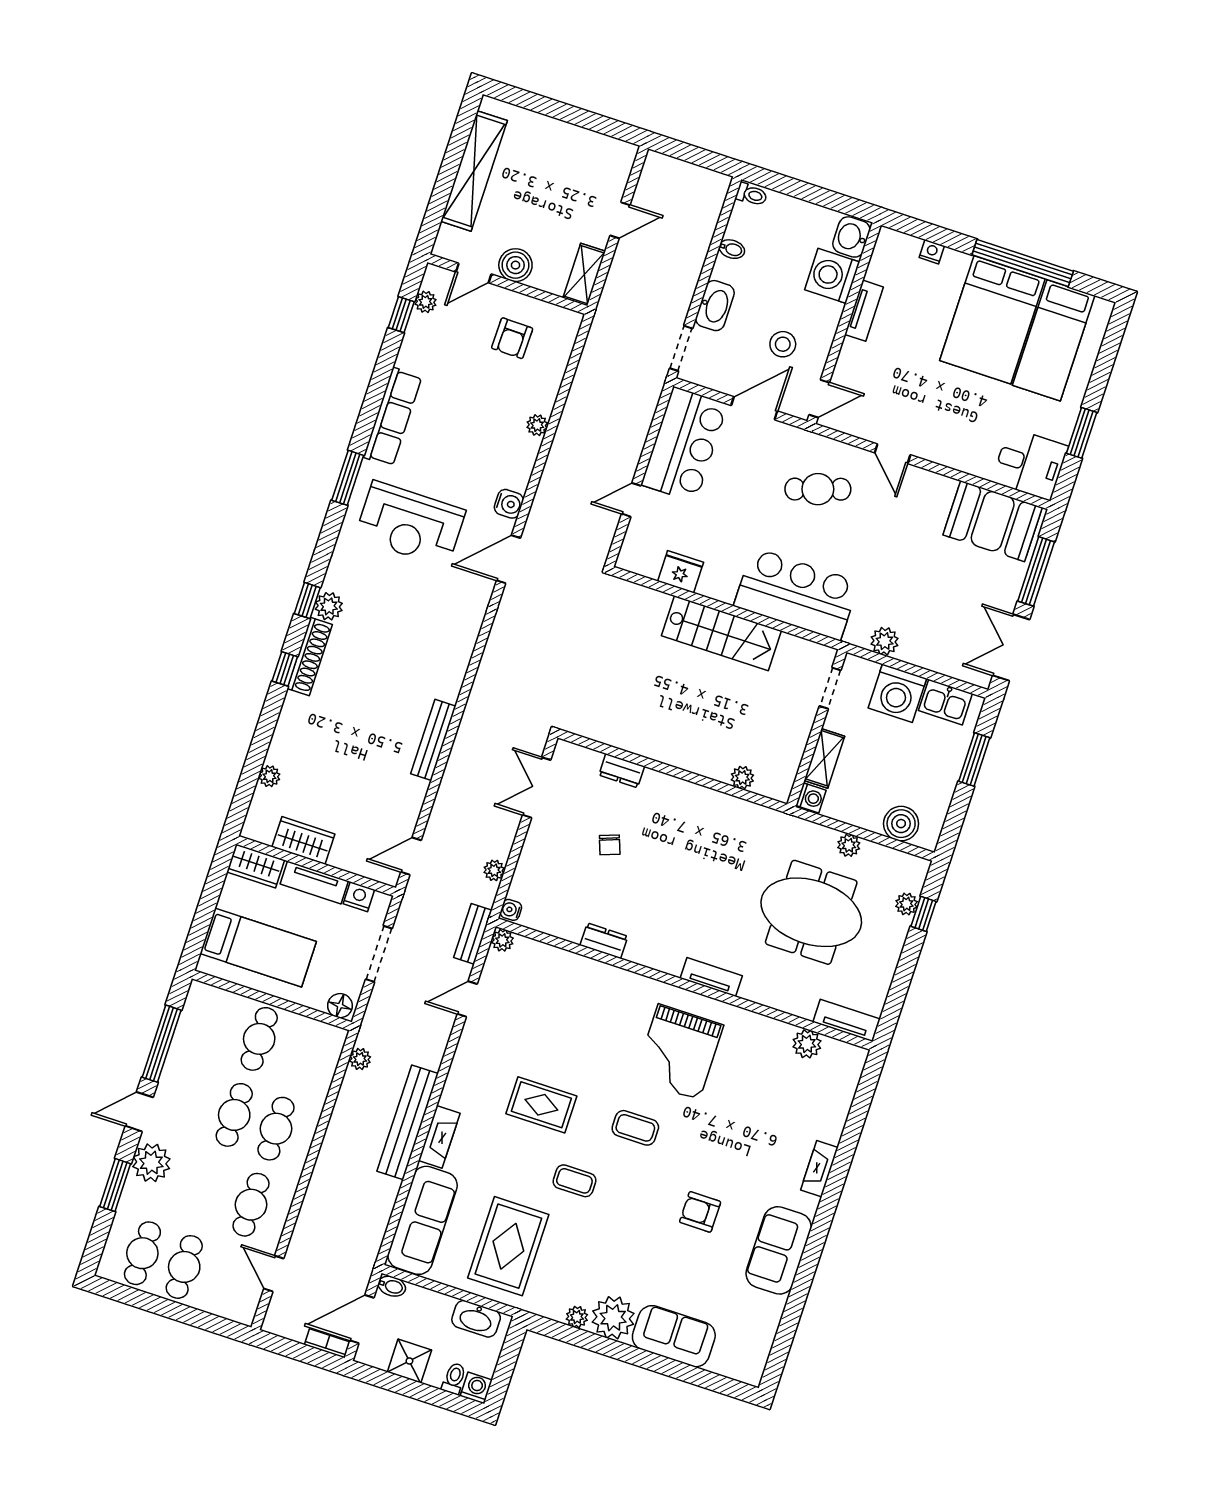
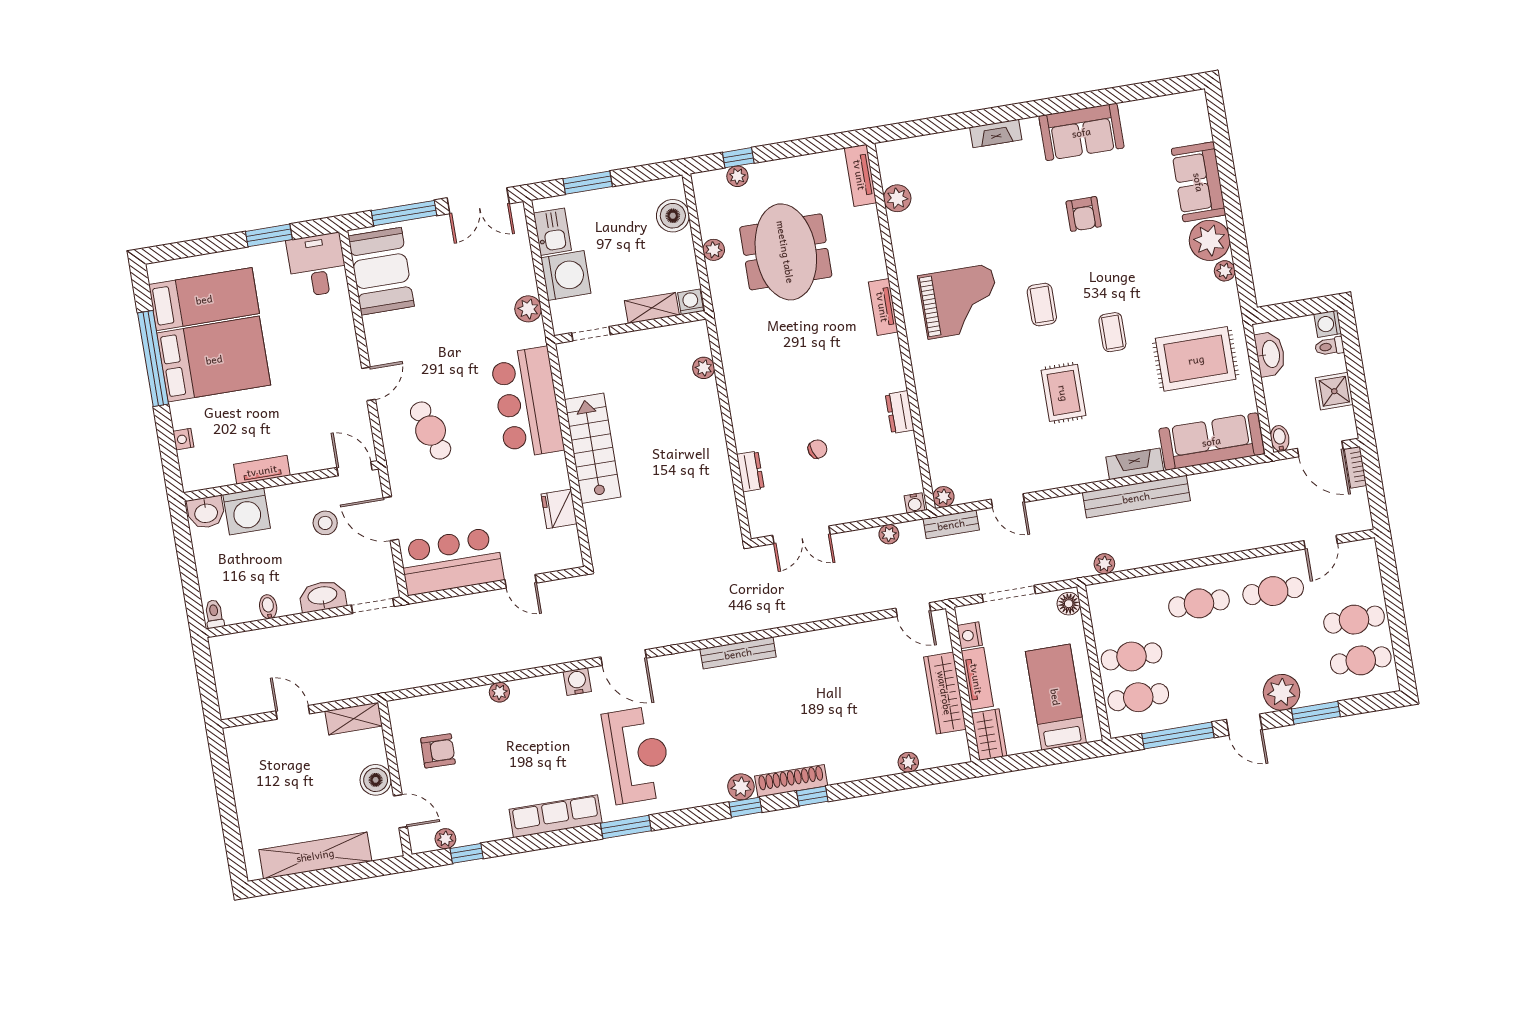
bench: (433, 740) -> (738, 653), moved
wardrobe: (303, 840) -> (945, 693), width x1.50
cafe table: (234, 1115) -> (1138, 697), moved

